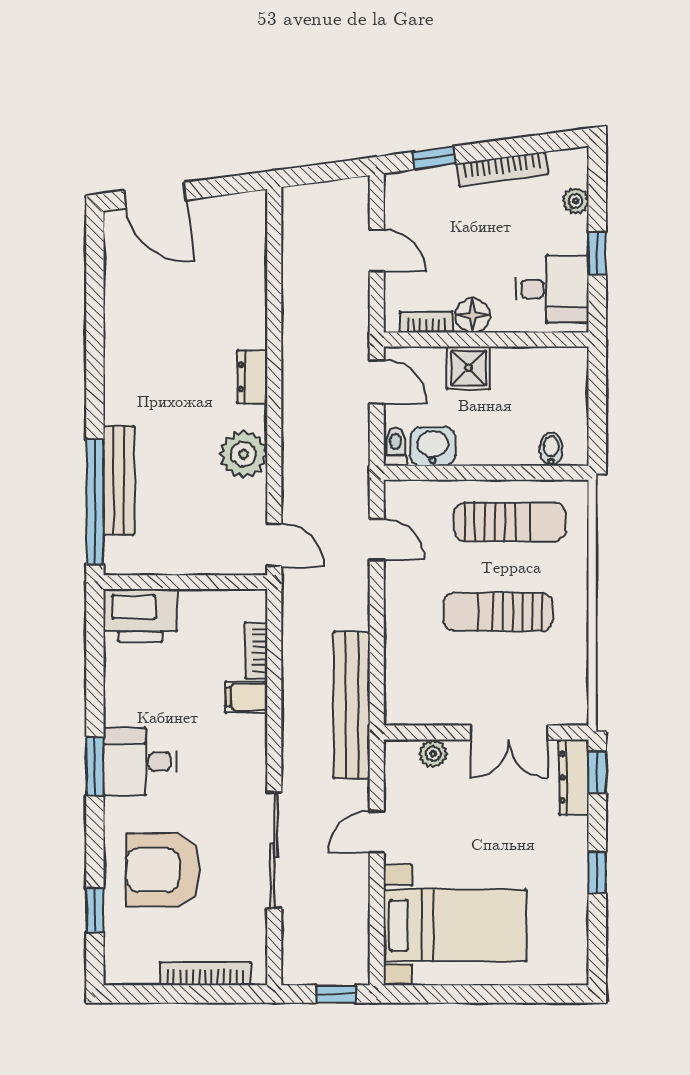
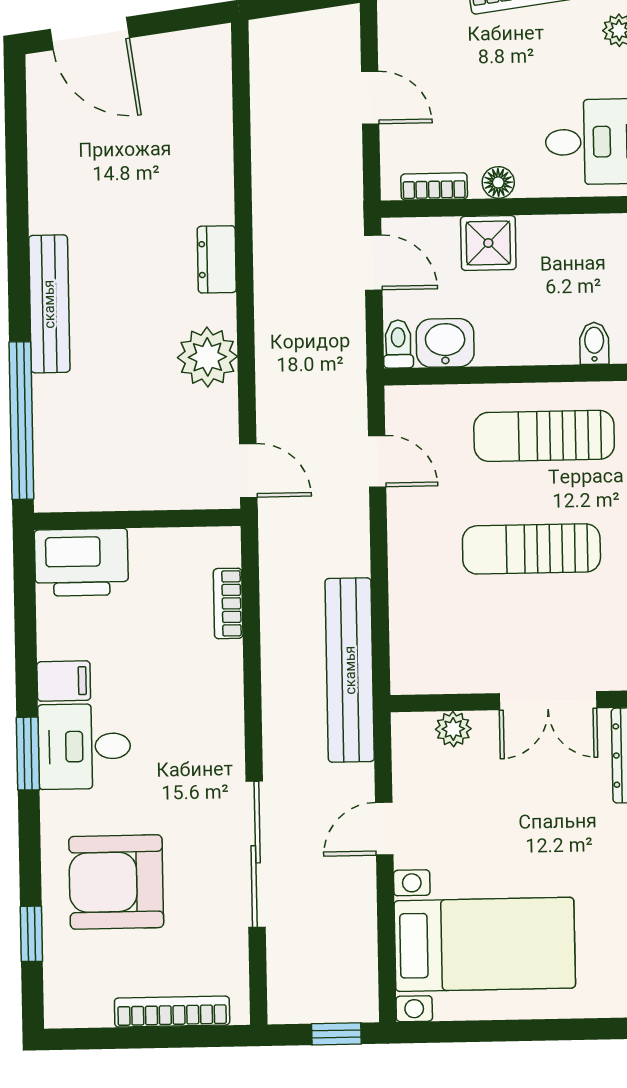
floor lamp: (473, 315) -> (498, 182), width x0.73, depth x0.73
bench: (119, 480) -> (49, 304), moved
sun lounger: (510, 522) -> (544, 436), turned 180
filing cabinet: (246, 697) -> (64, 681), moved, turned 180

